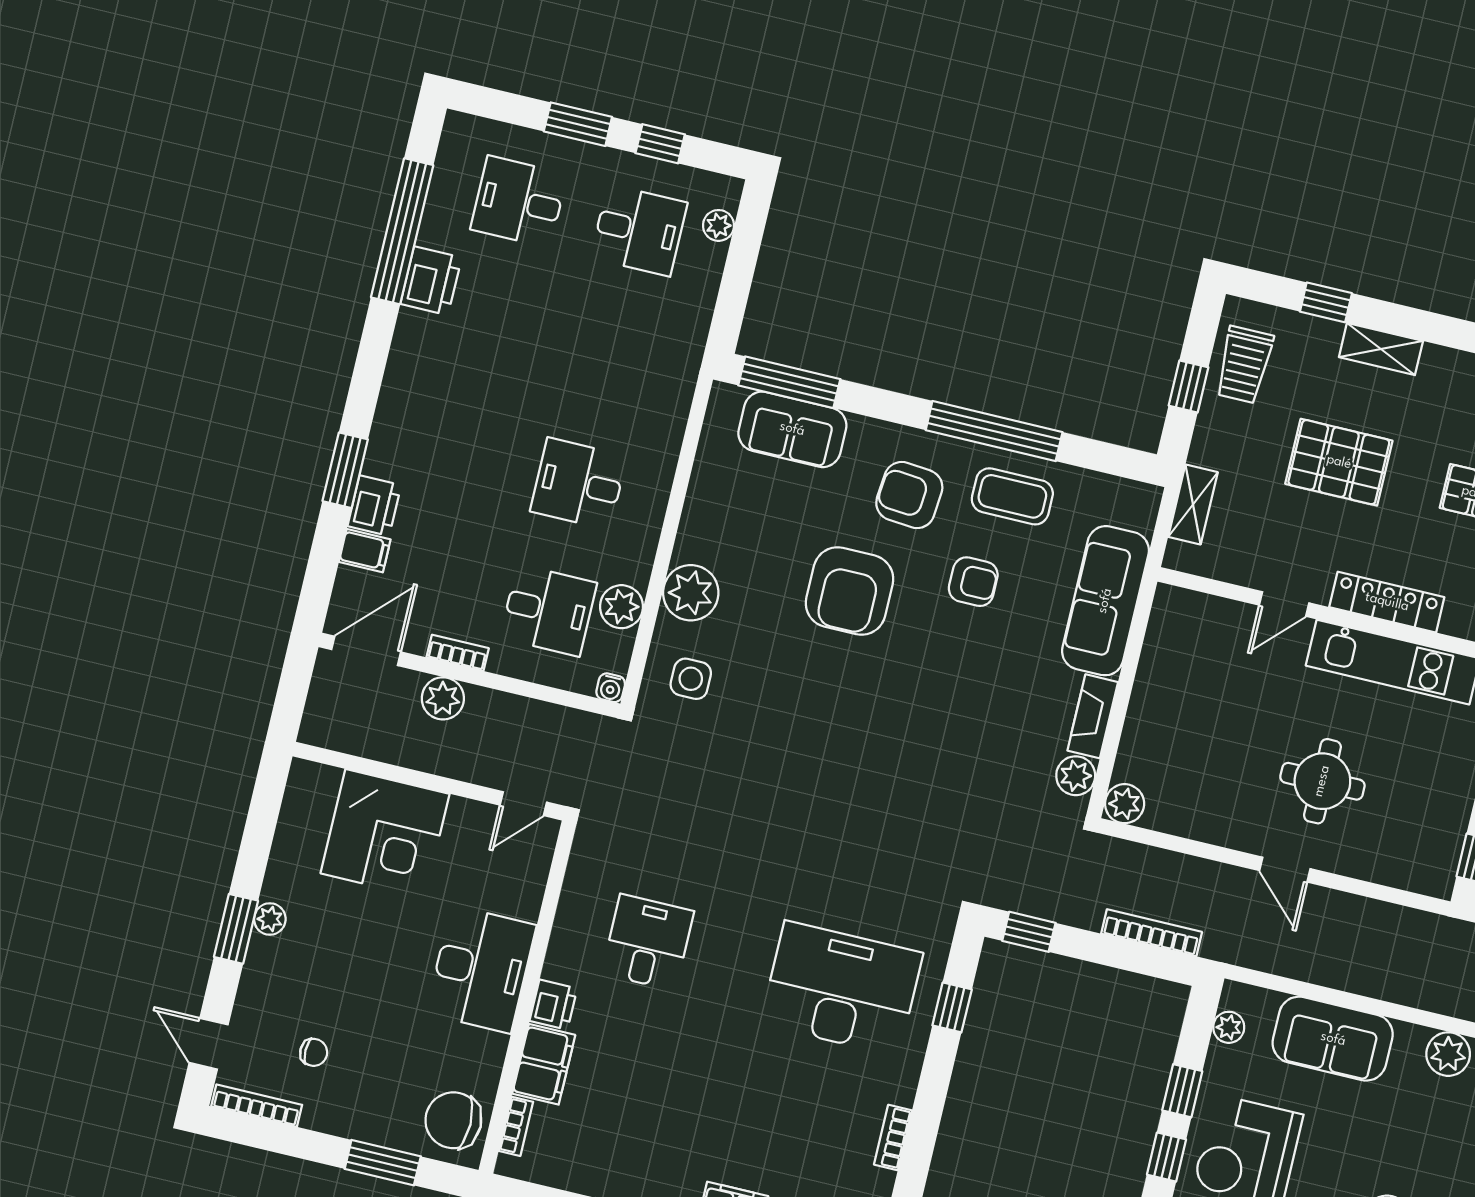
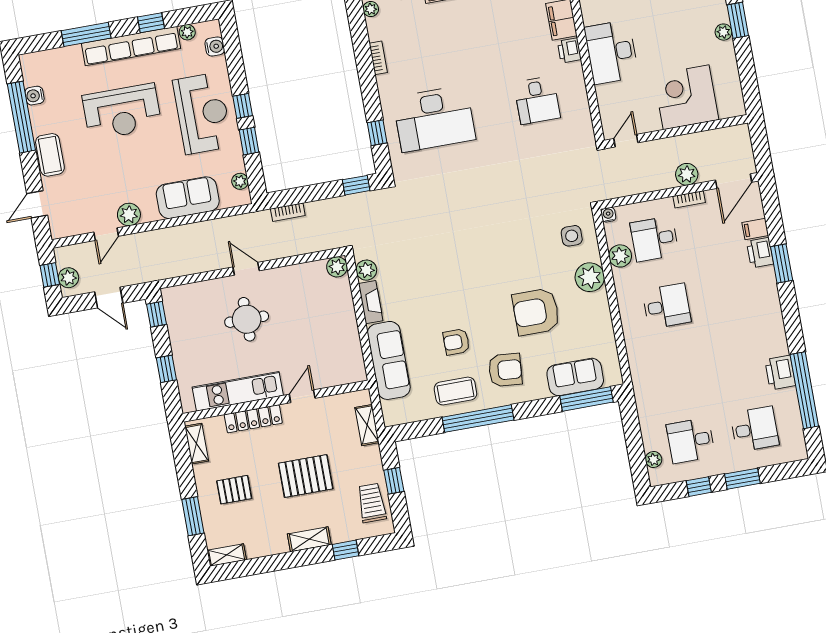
armchair: (849, 591) -> (536, 312), moved, turned -90
bookcase: (1152, 933) -> (288, 212), width x0.64

